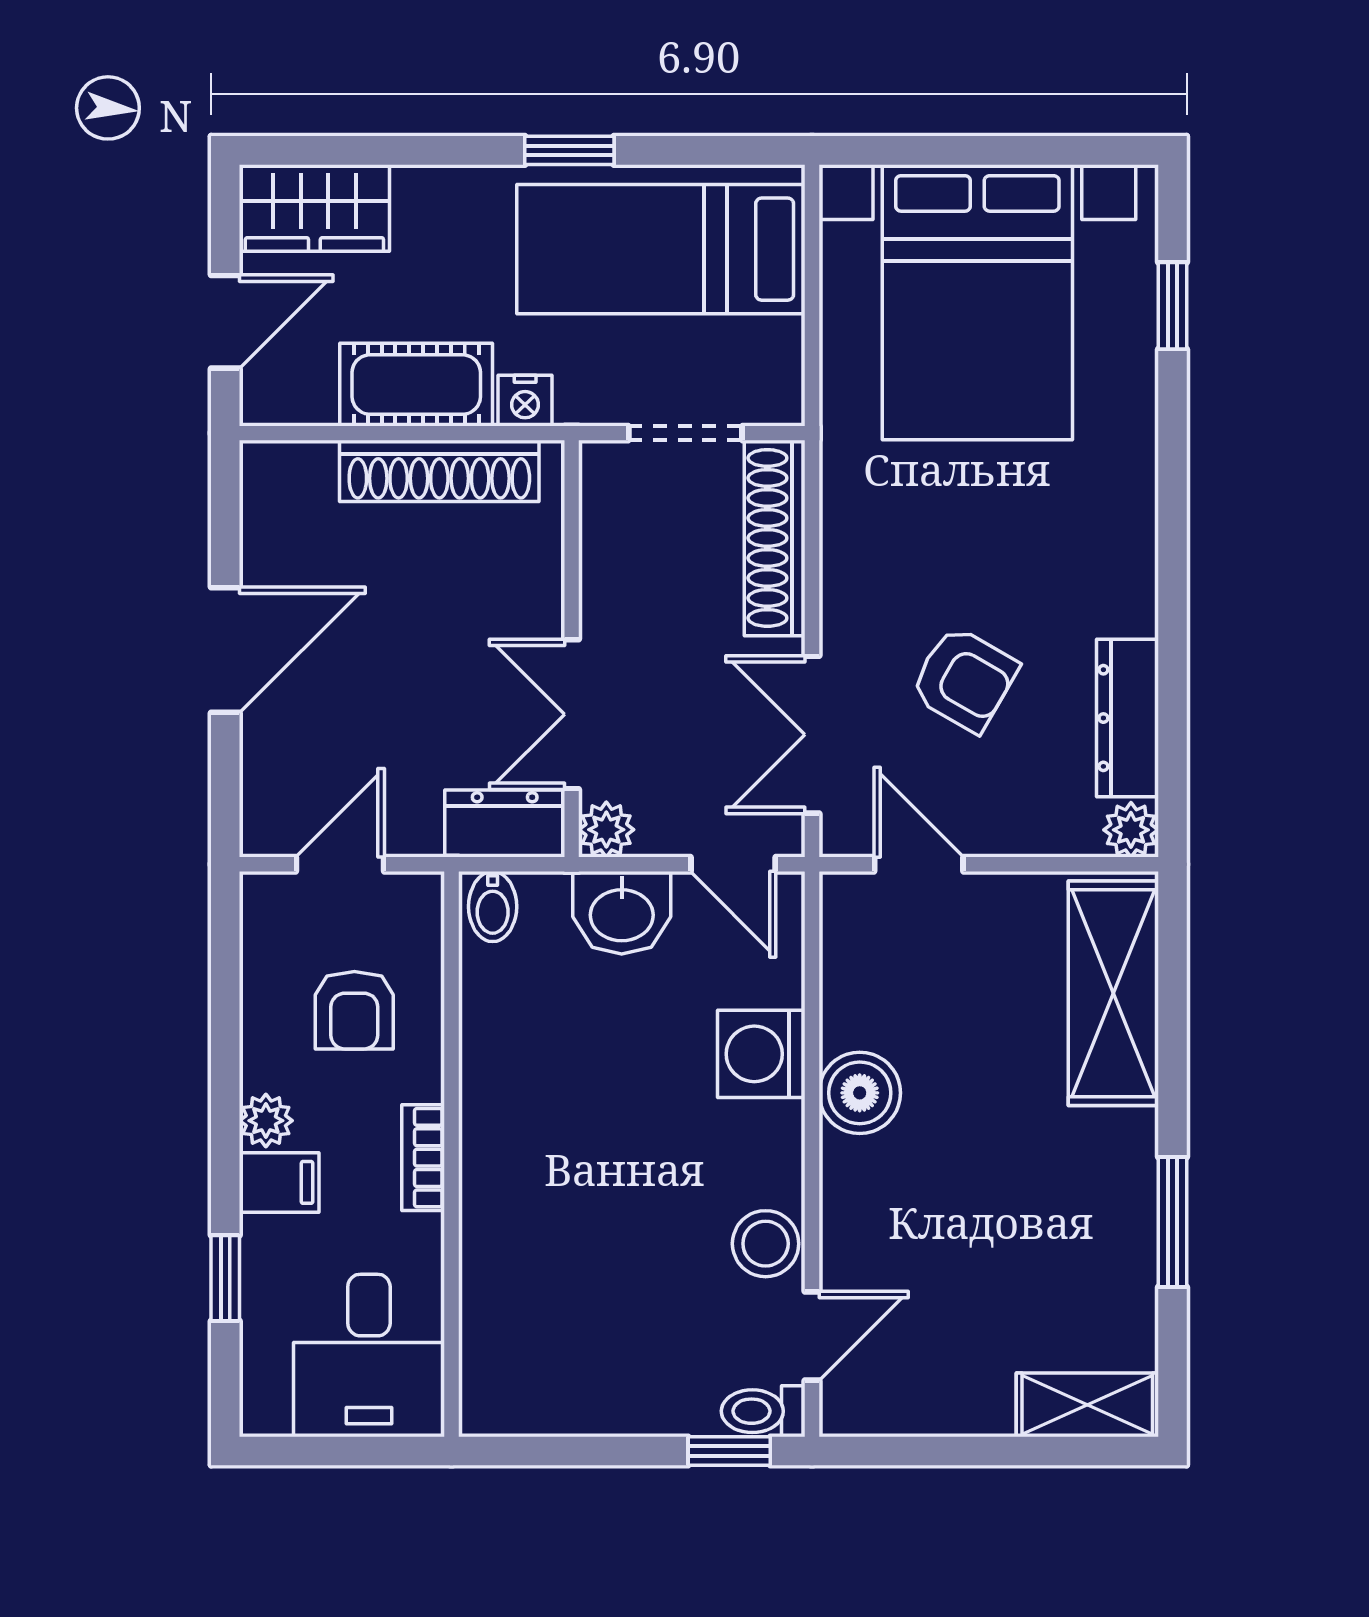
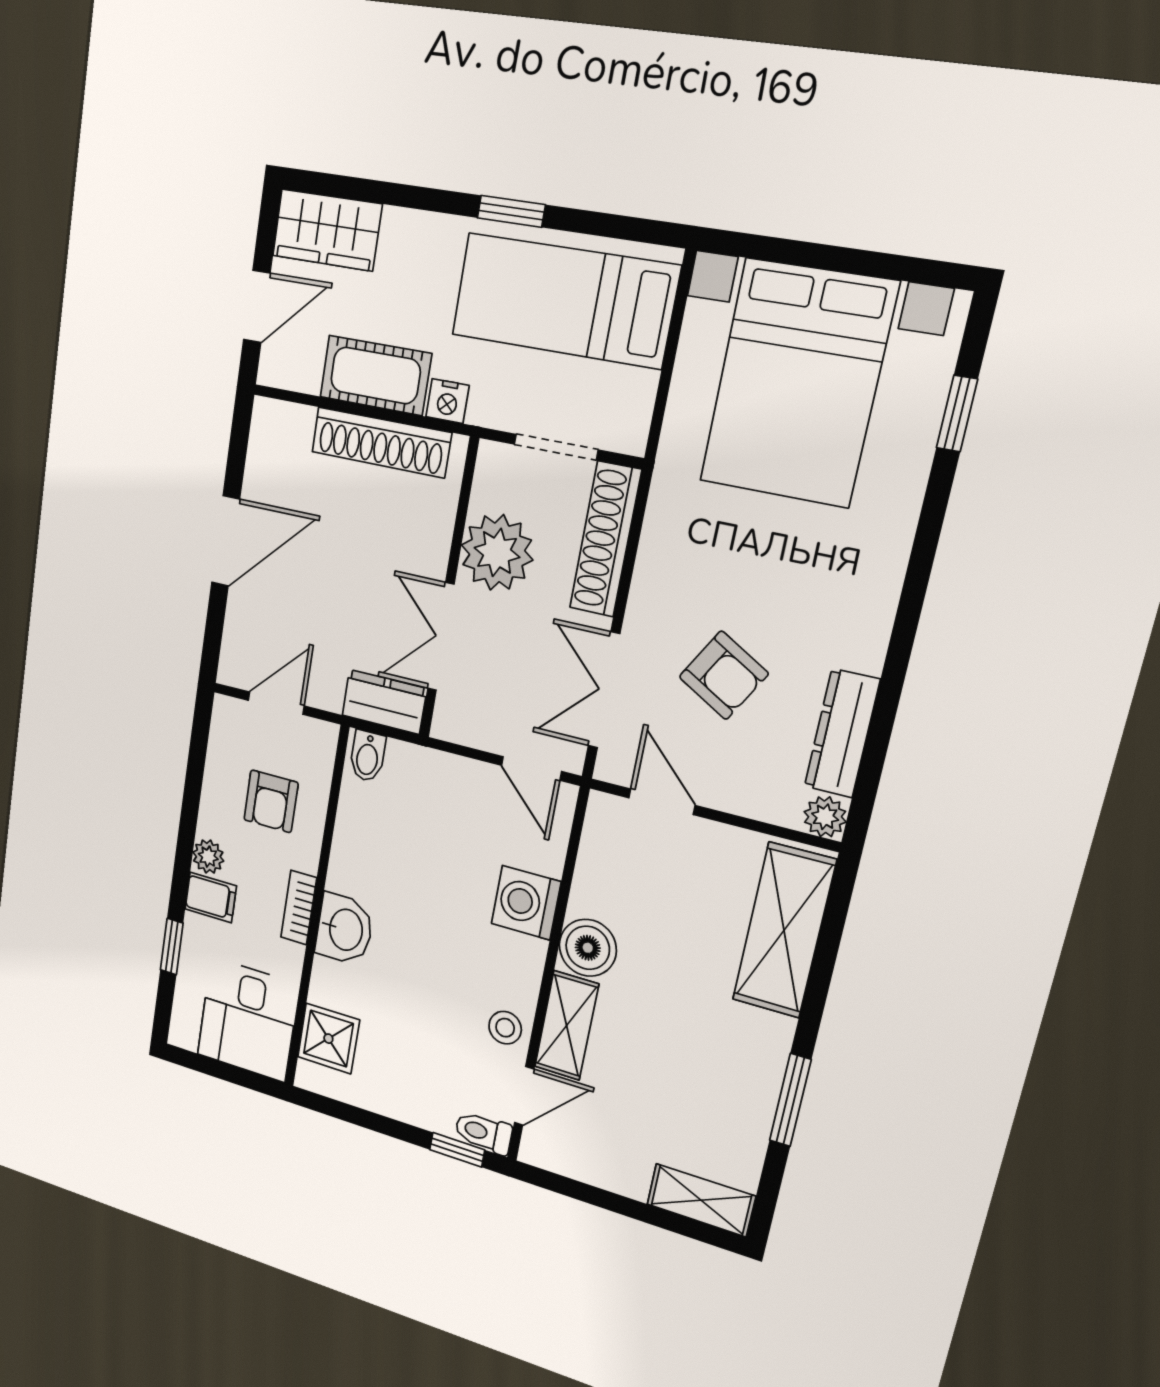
plant: (606, 830) -> (497, 552), moved, width x1.88, depth x1.88
washbasin: (622, 913) -> (344, 929), moved, turned -90
shelving: (852, 1213) -> (567, 1025), added
stool: (766, 1244) -> (505, 1028), width x0.73, depth x0.73
shower: (503, 1344) -> (328, 1039), added

